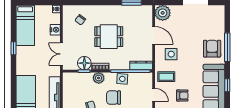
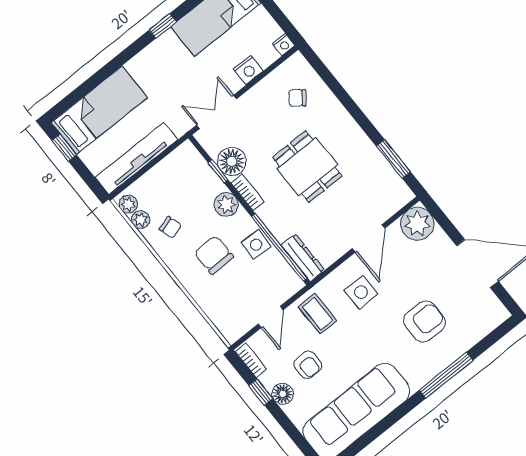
armchair: (212, 49) -> (425, 321), moved
window: (227, 85) -> (384, 425), removed

